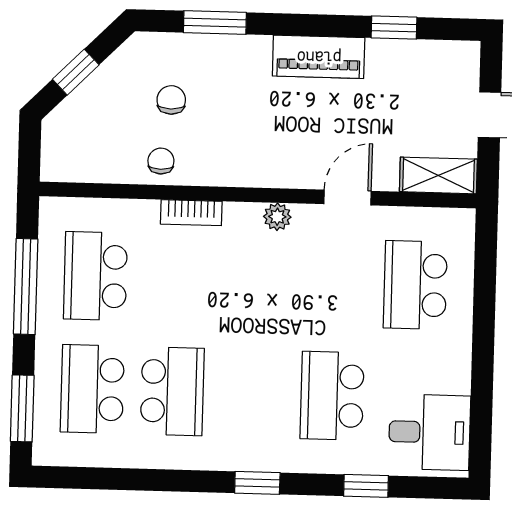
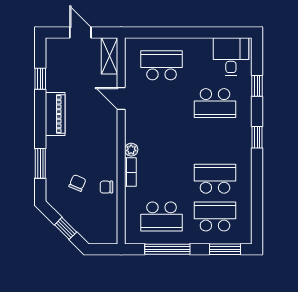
chair: (171, 100) -> (77, 183), turned 113
plant: (277, 217) -> (131, 150), moved
school desk: (415, 285) -> (162, 65), turned 180
school desk: (92, 389) -> (215, 216), turned 180

